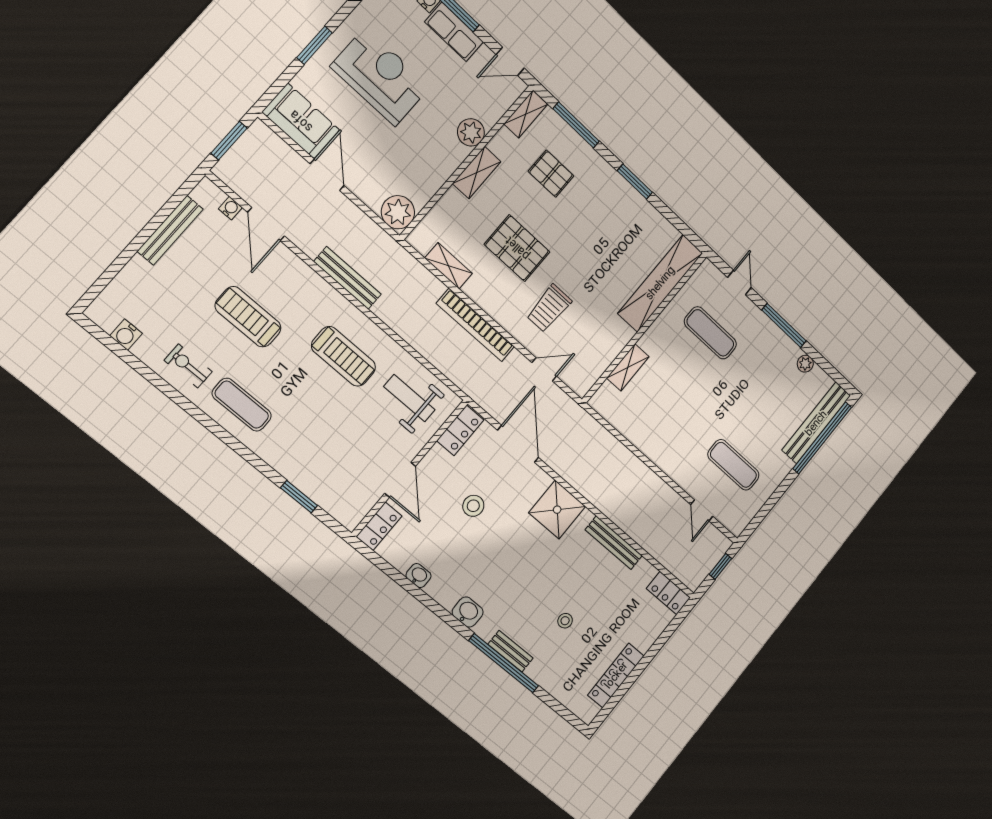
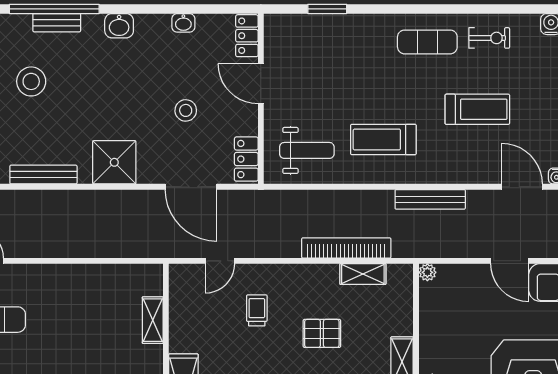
plant: (398, 212) -> (427, 272), width x0.53, depth x0.53
pallet: (517, 248) -> (322, 333), width x0.67, depth x0.71
trolley: (549, 308) -> (257, 310), width x0.73, depth x0.72
bookcase: (476, 325) -> (346, 248), moved
stool: (565, 621) -> (31, 81), width x1.89, depth x1.89

